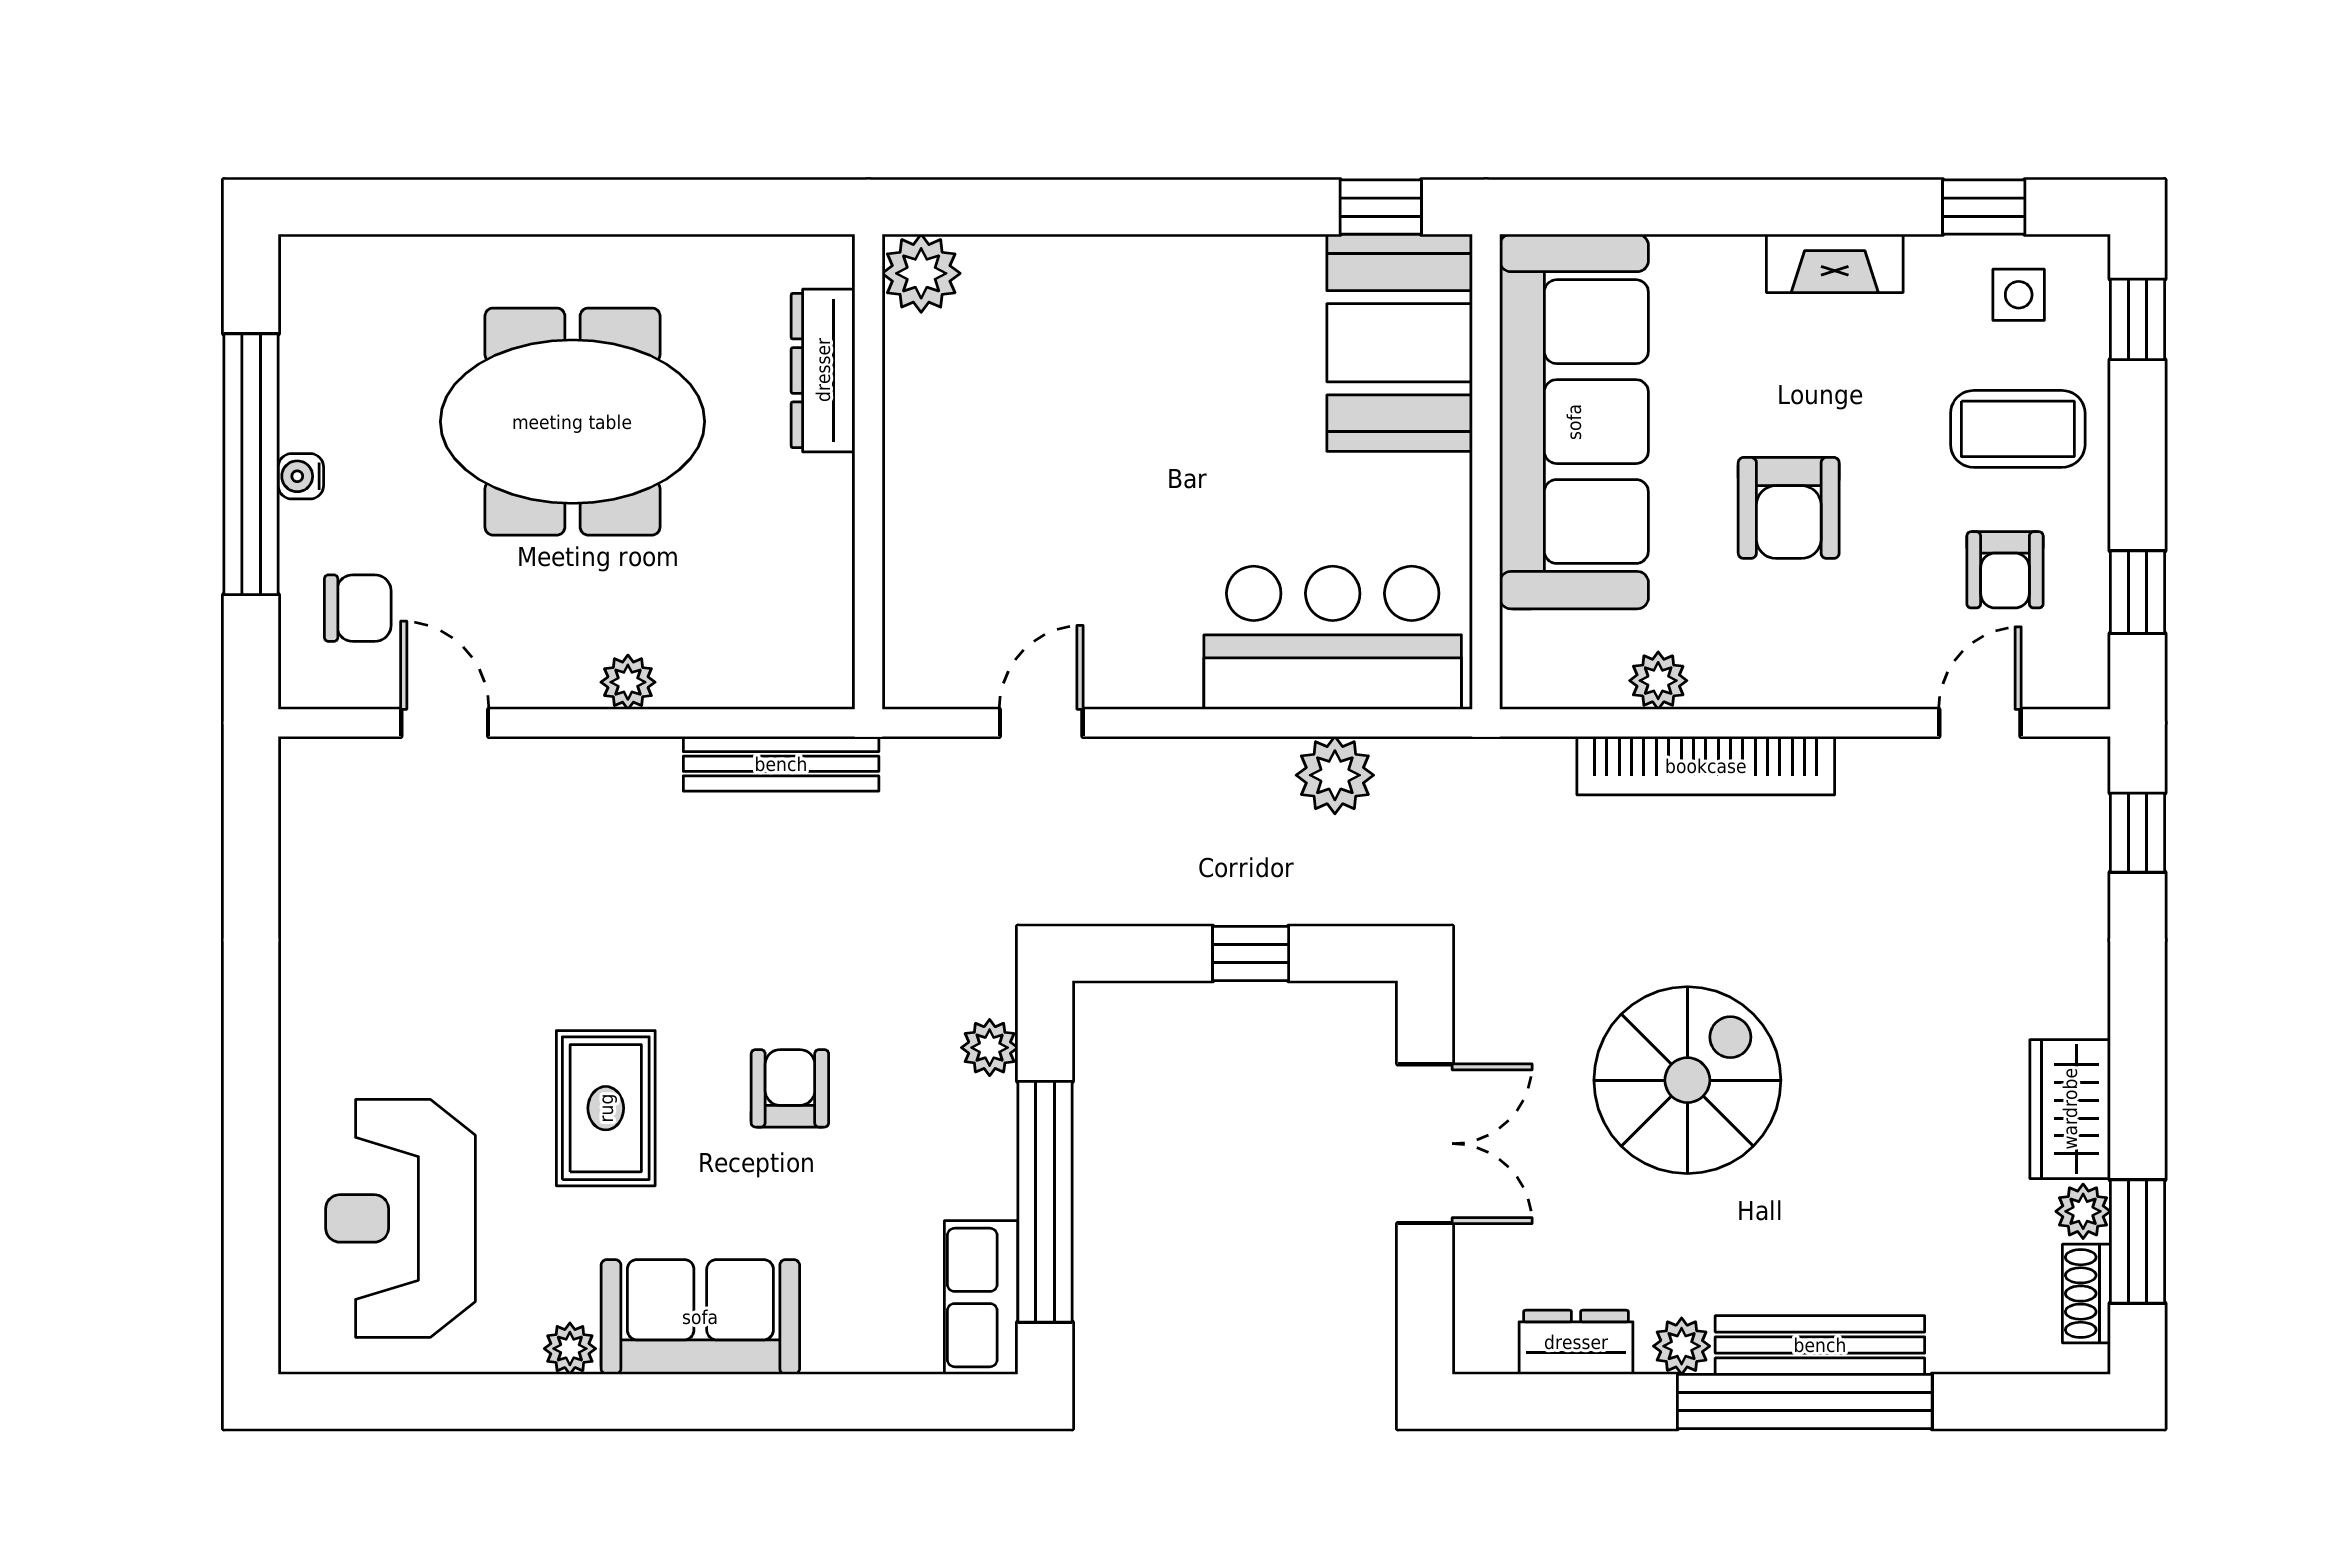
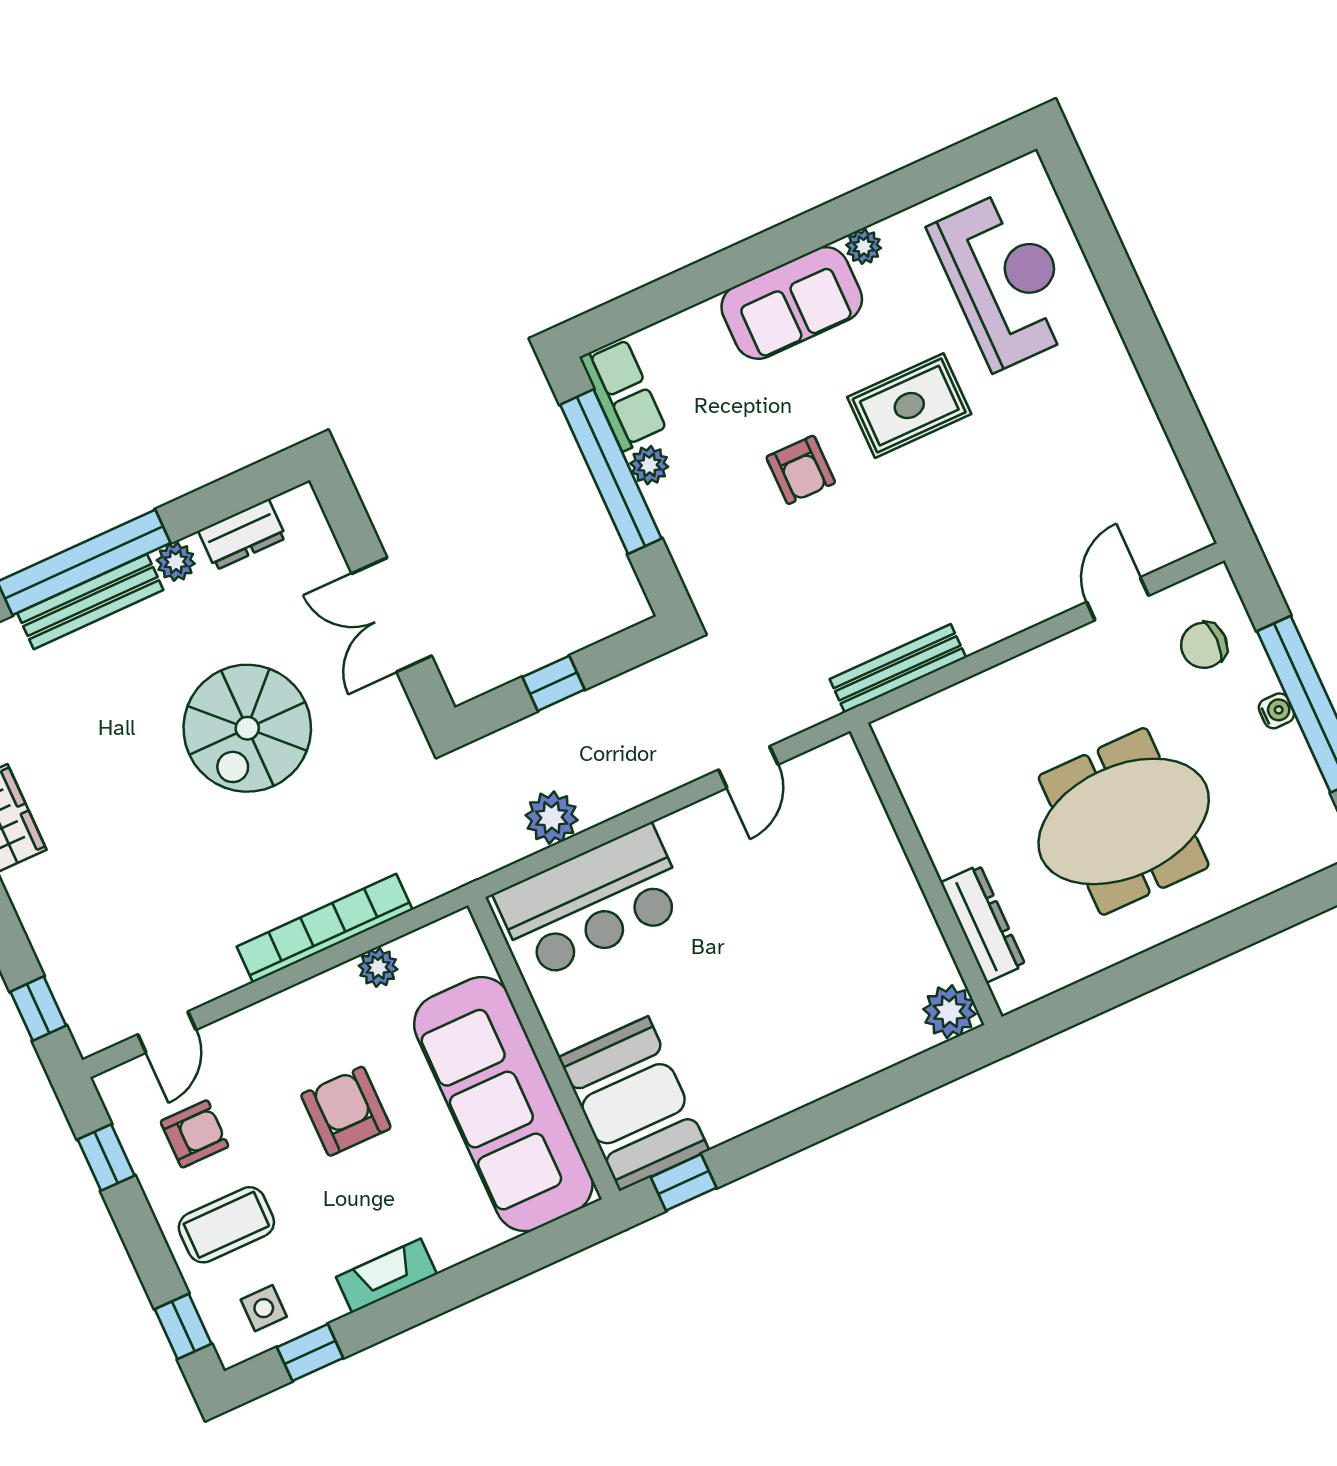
armchair: (2005, 570) -> (195, 1134), turned 90
plant: (628, 682) -> (1016, 676), removed
door: (445, 723) -> (1118, 599), swing flipped
plant: (990, 1048) -> (649, 465), moved
rug: (606, 1108) -> (909, 406), turned 90

